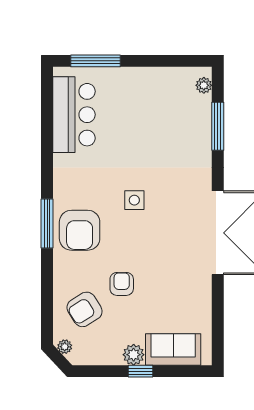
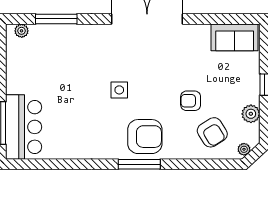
bar counter: (74, 115) -> (24, 127), moved, turned 90
sofa: (173, 349) -> (235, 37), moved, turned -90
plant: (134, 355) -> (251, 114), moved

